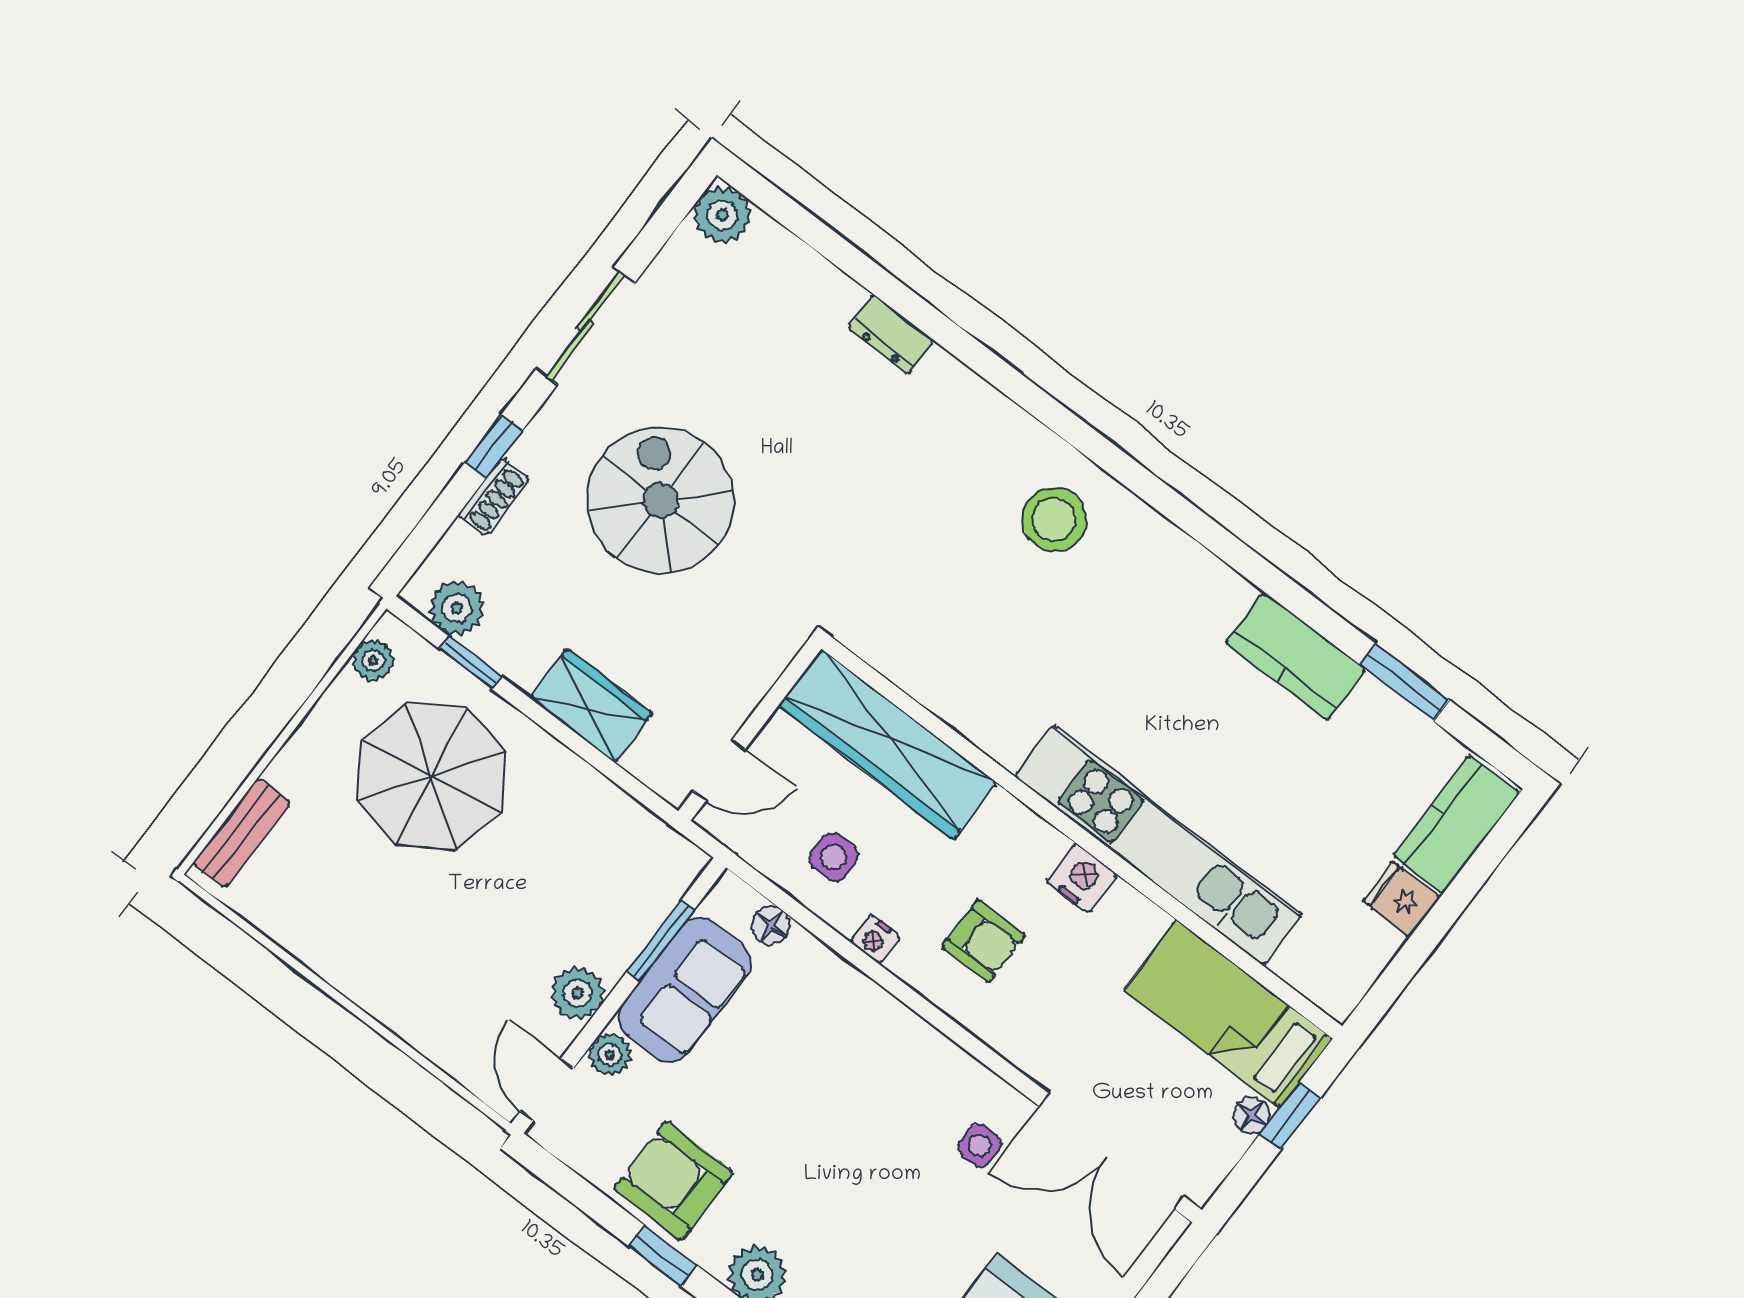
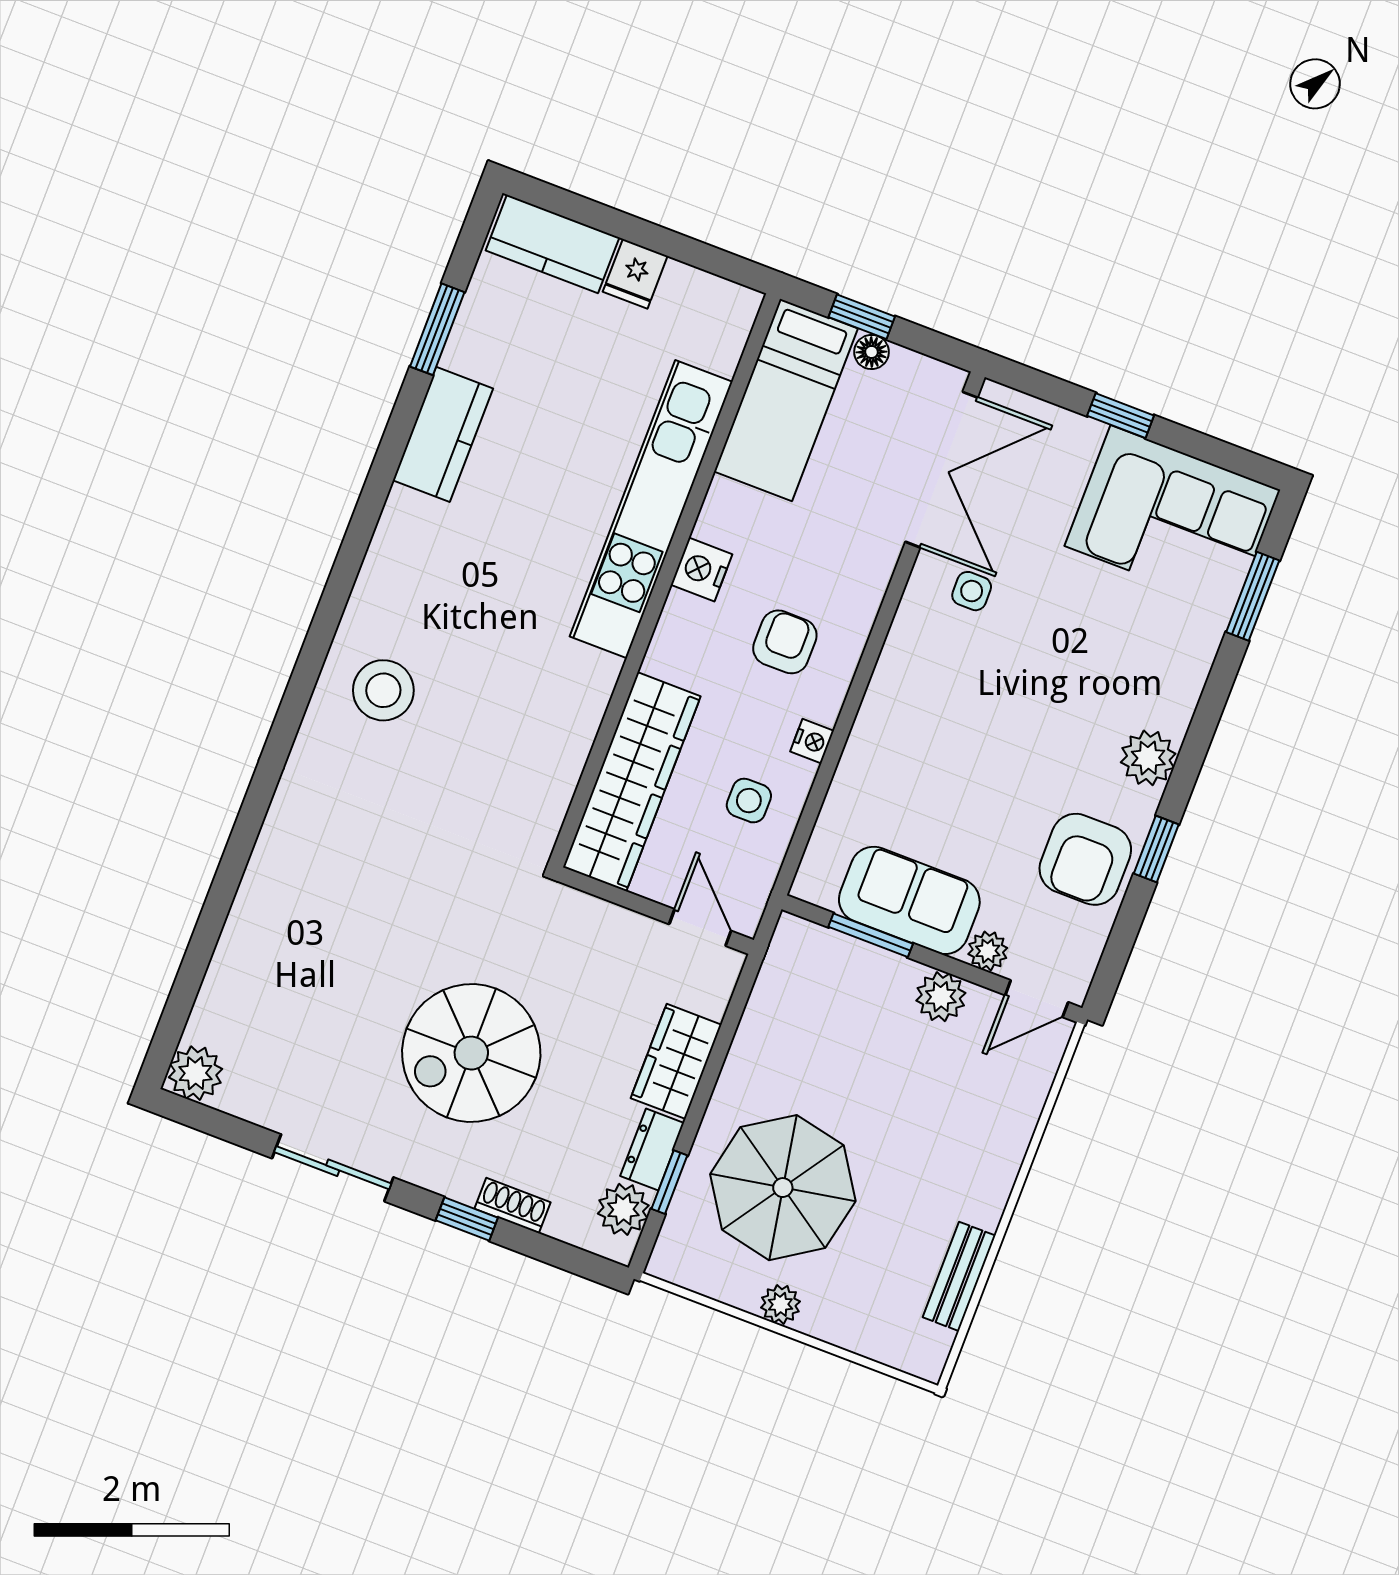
dresser: (891, 334) -> (652, 1150), moved, turned 180
plant: (373, 660) -> (780, 1304), moved
bench: (241, 833) -> (959, 1276), moved, turned 90
floor lamp: (771, 925) -> (827, 839), removed

